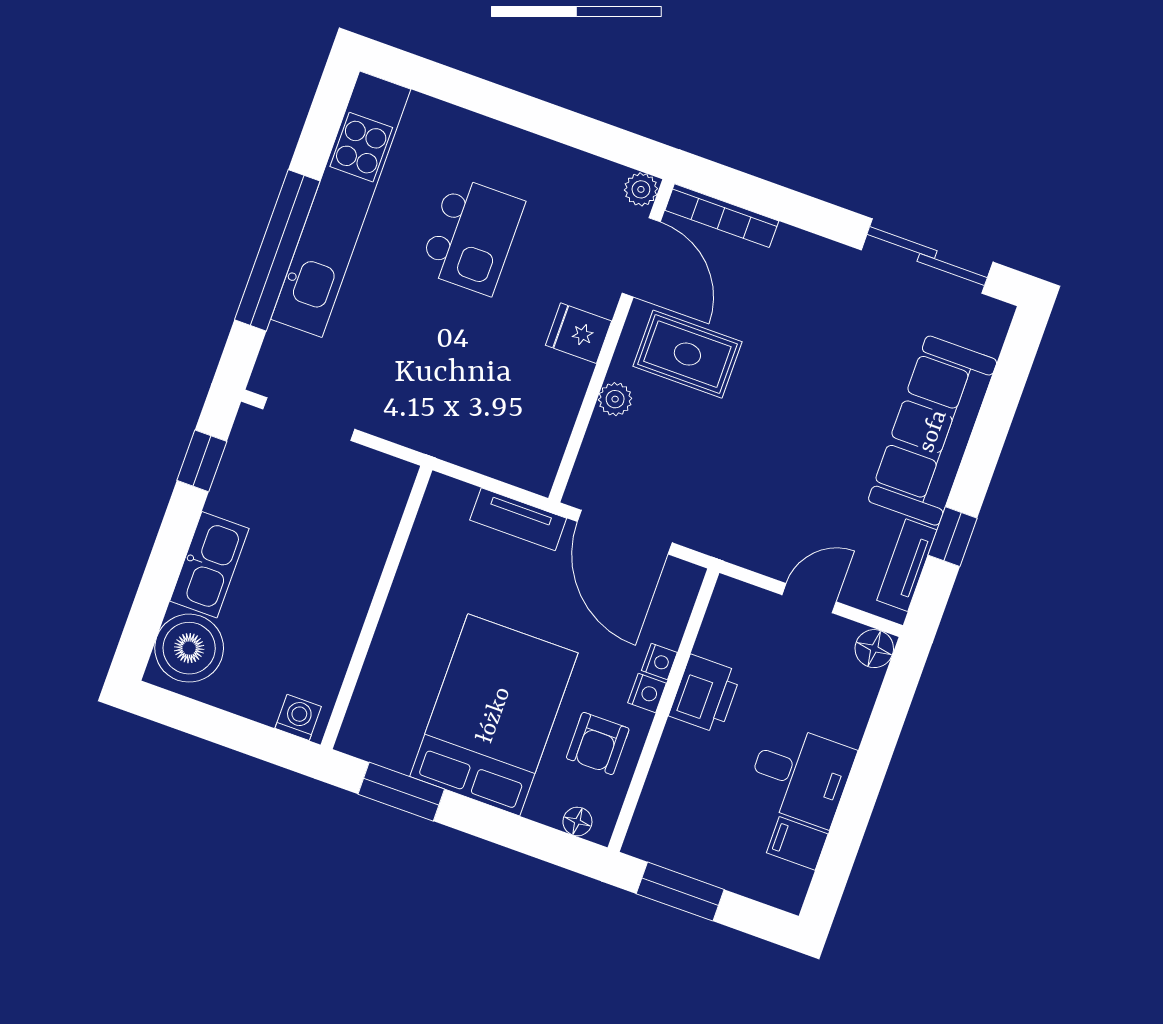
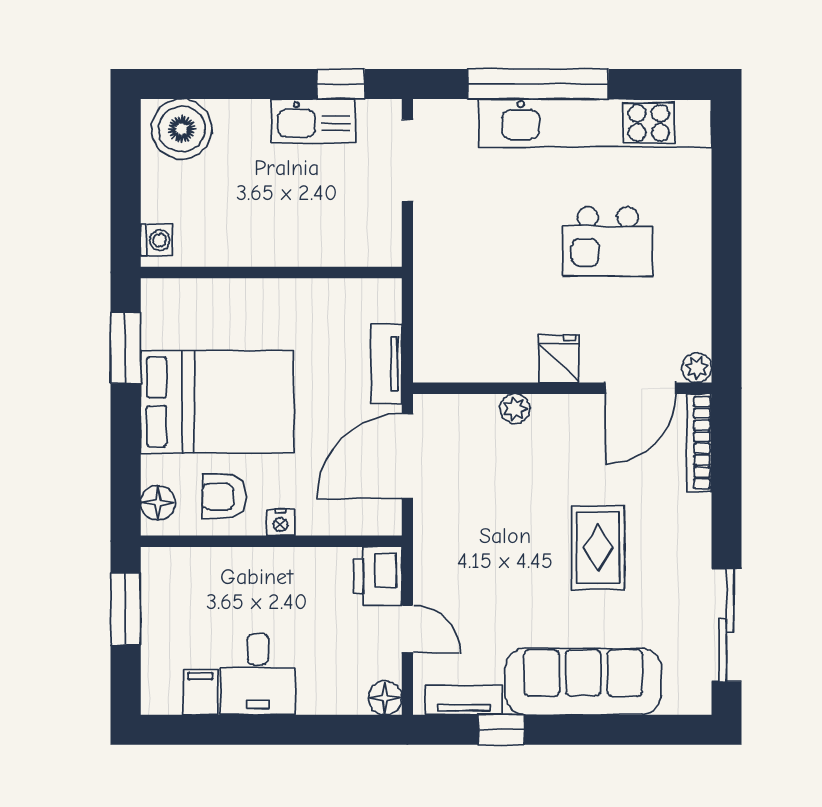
rug: (687, 354) -> (598, 548), moved
kitchen sink: (209, 565) -> (313, 121), moved
nightstand: (659, 662) -> (310, 523), removed
printer: (705, 694) -> (378, 576), moved, turned 90
floor lamp: (577, 821) -> (158, 503), width x1.37, depth x1.37

